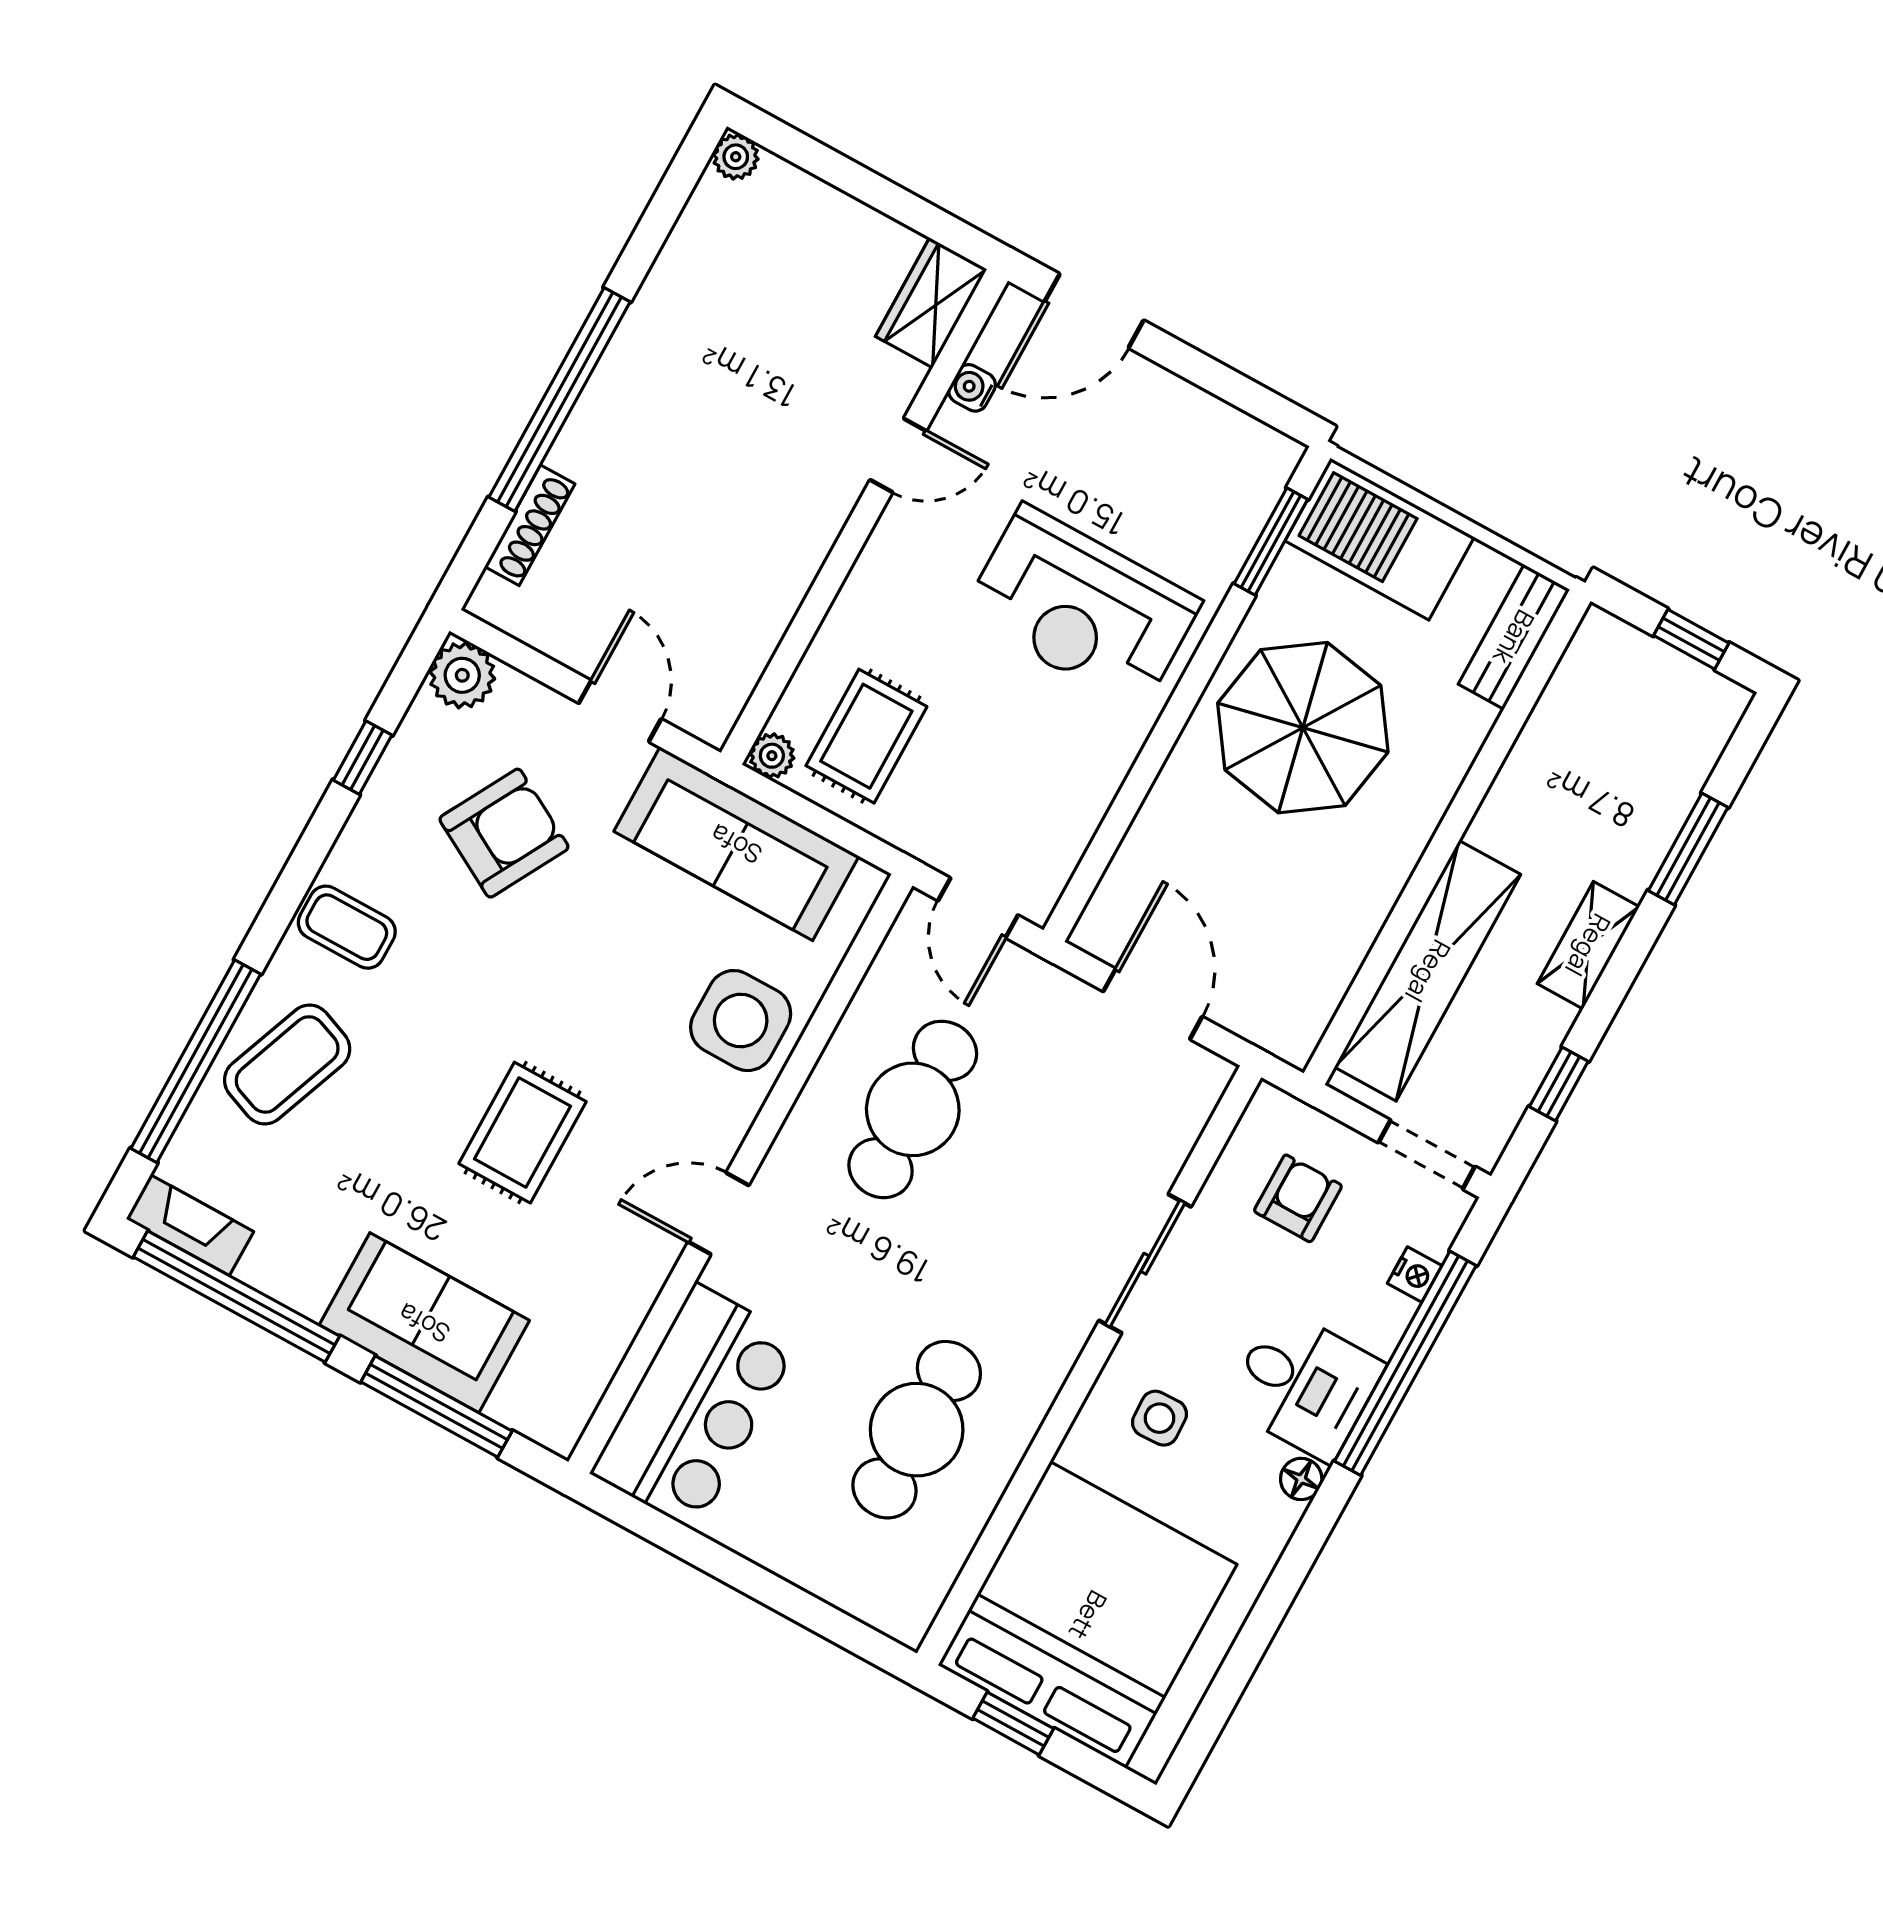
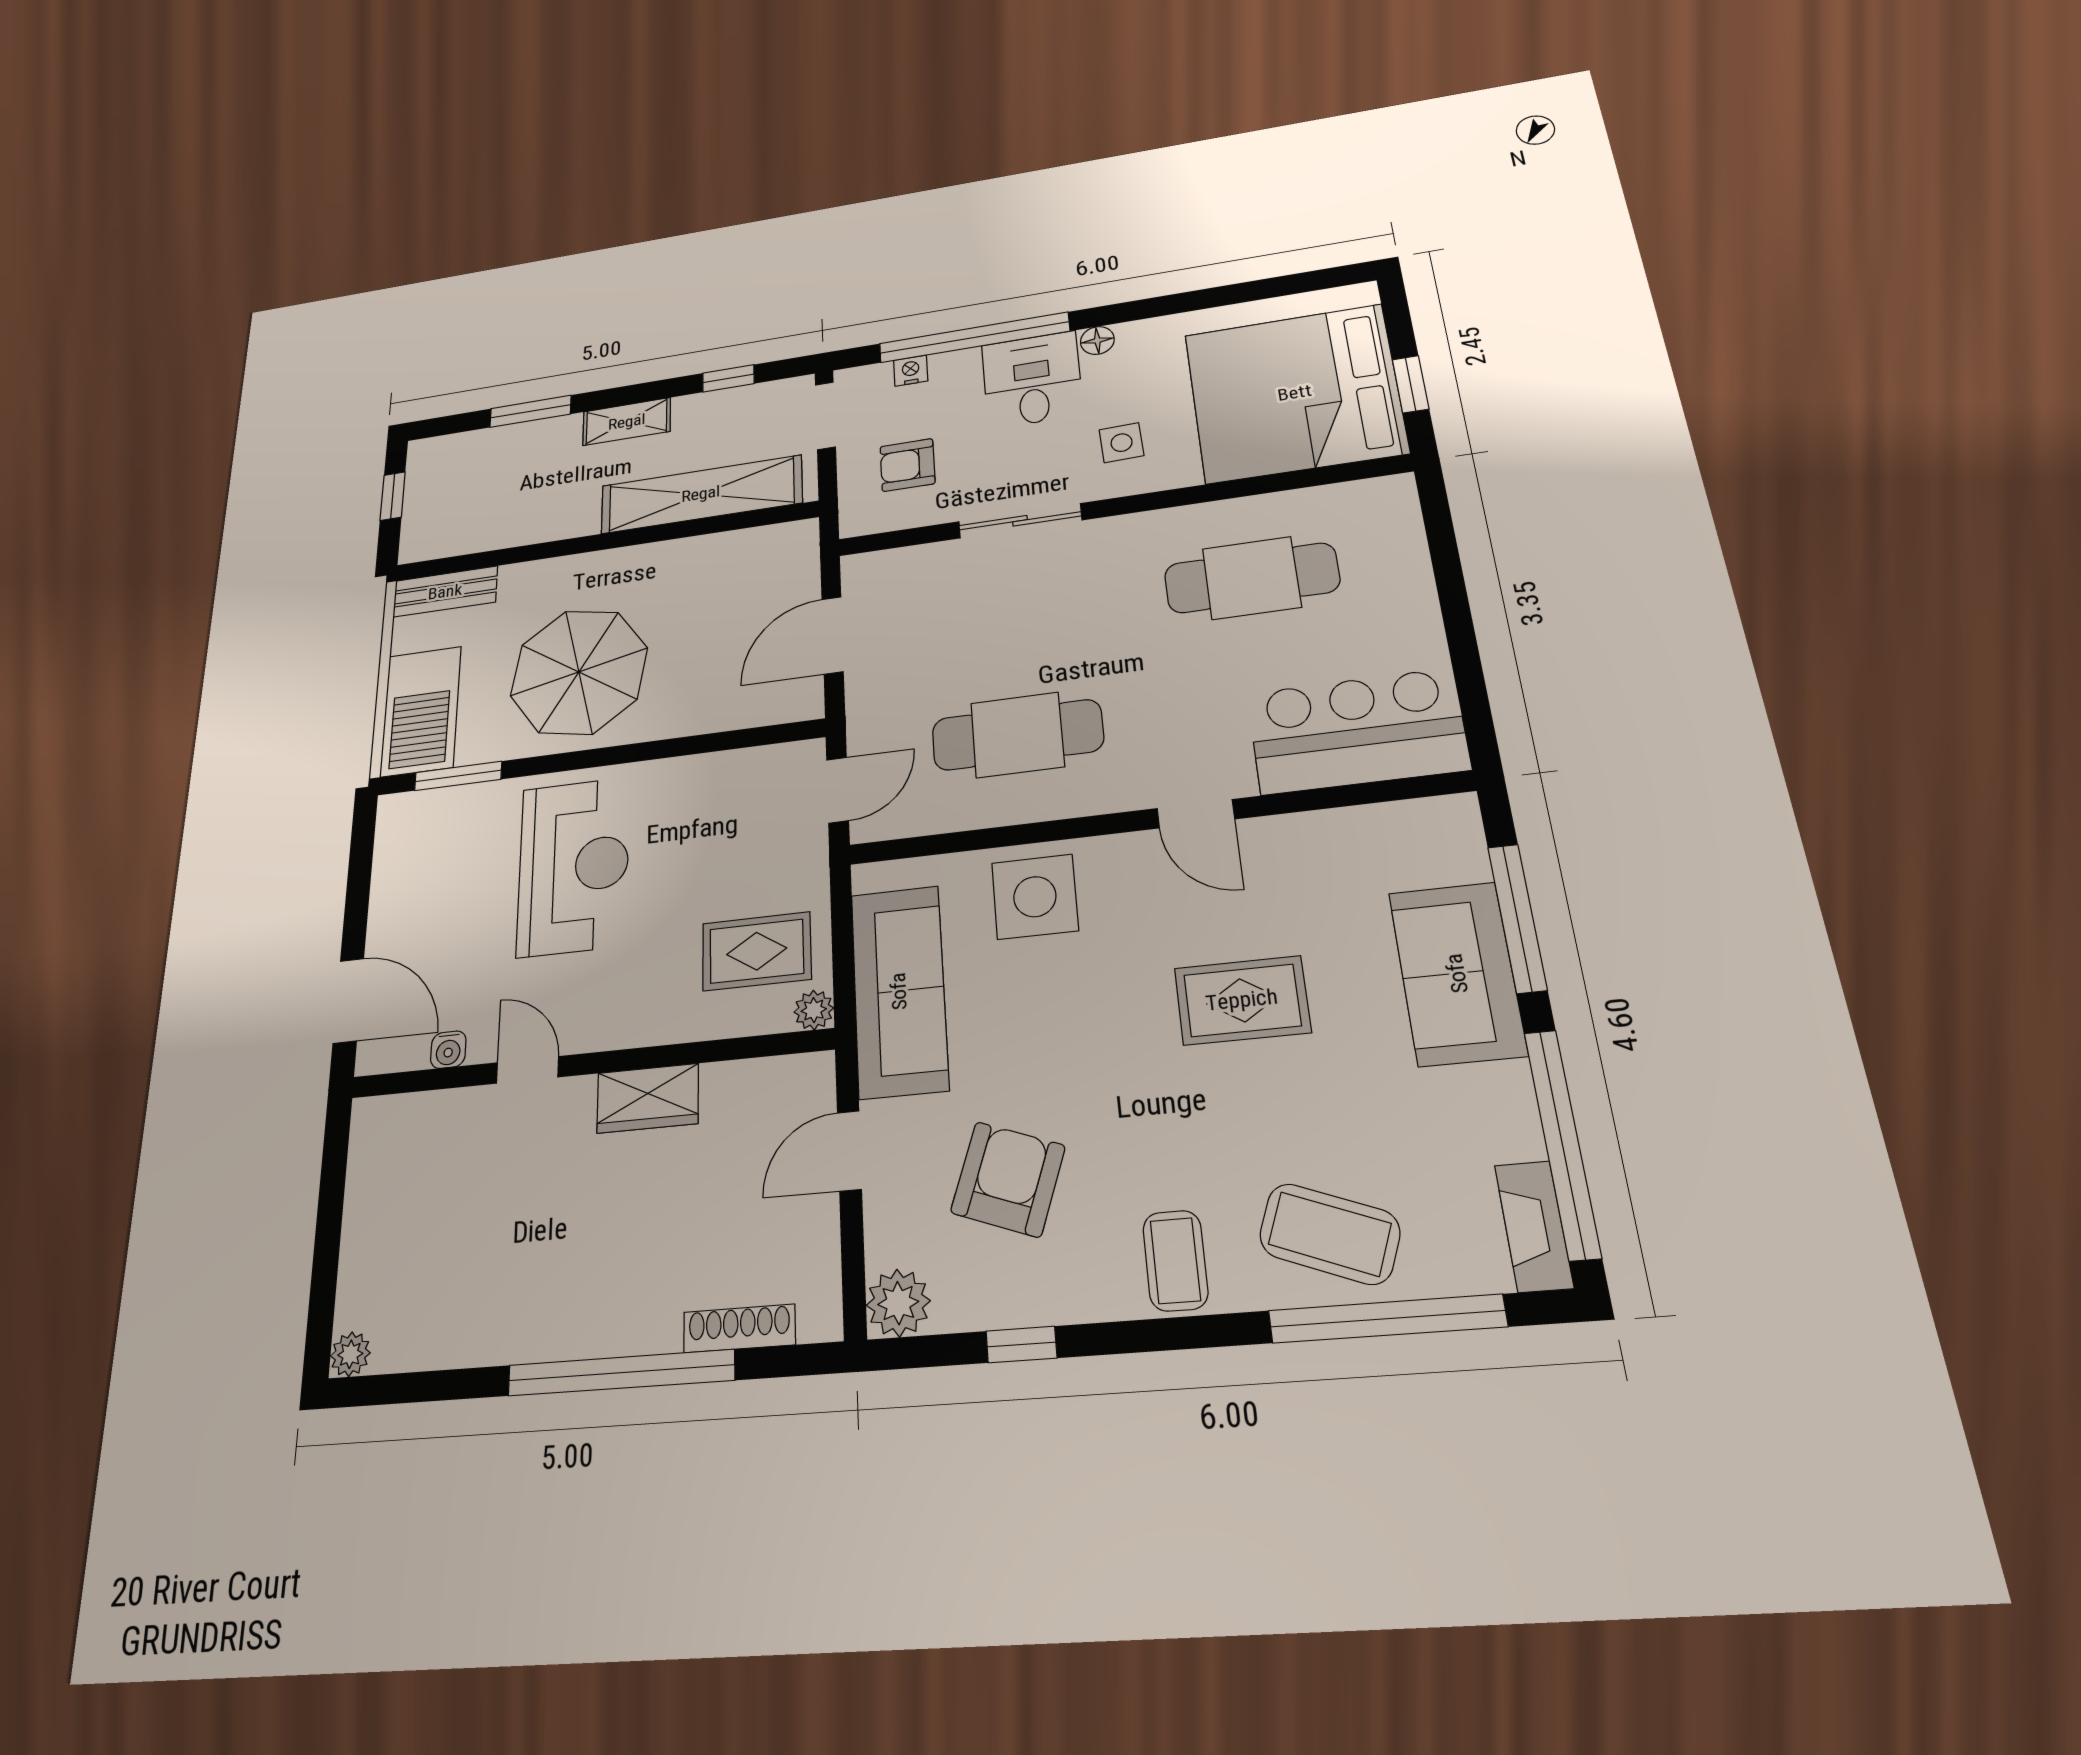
wardrobe: (931, 303) -> (648, 1098), moved
armchair: (504, 833) -> (1008, 1179), turned 81

